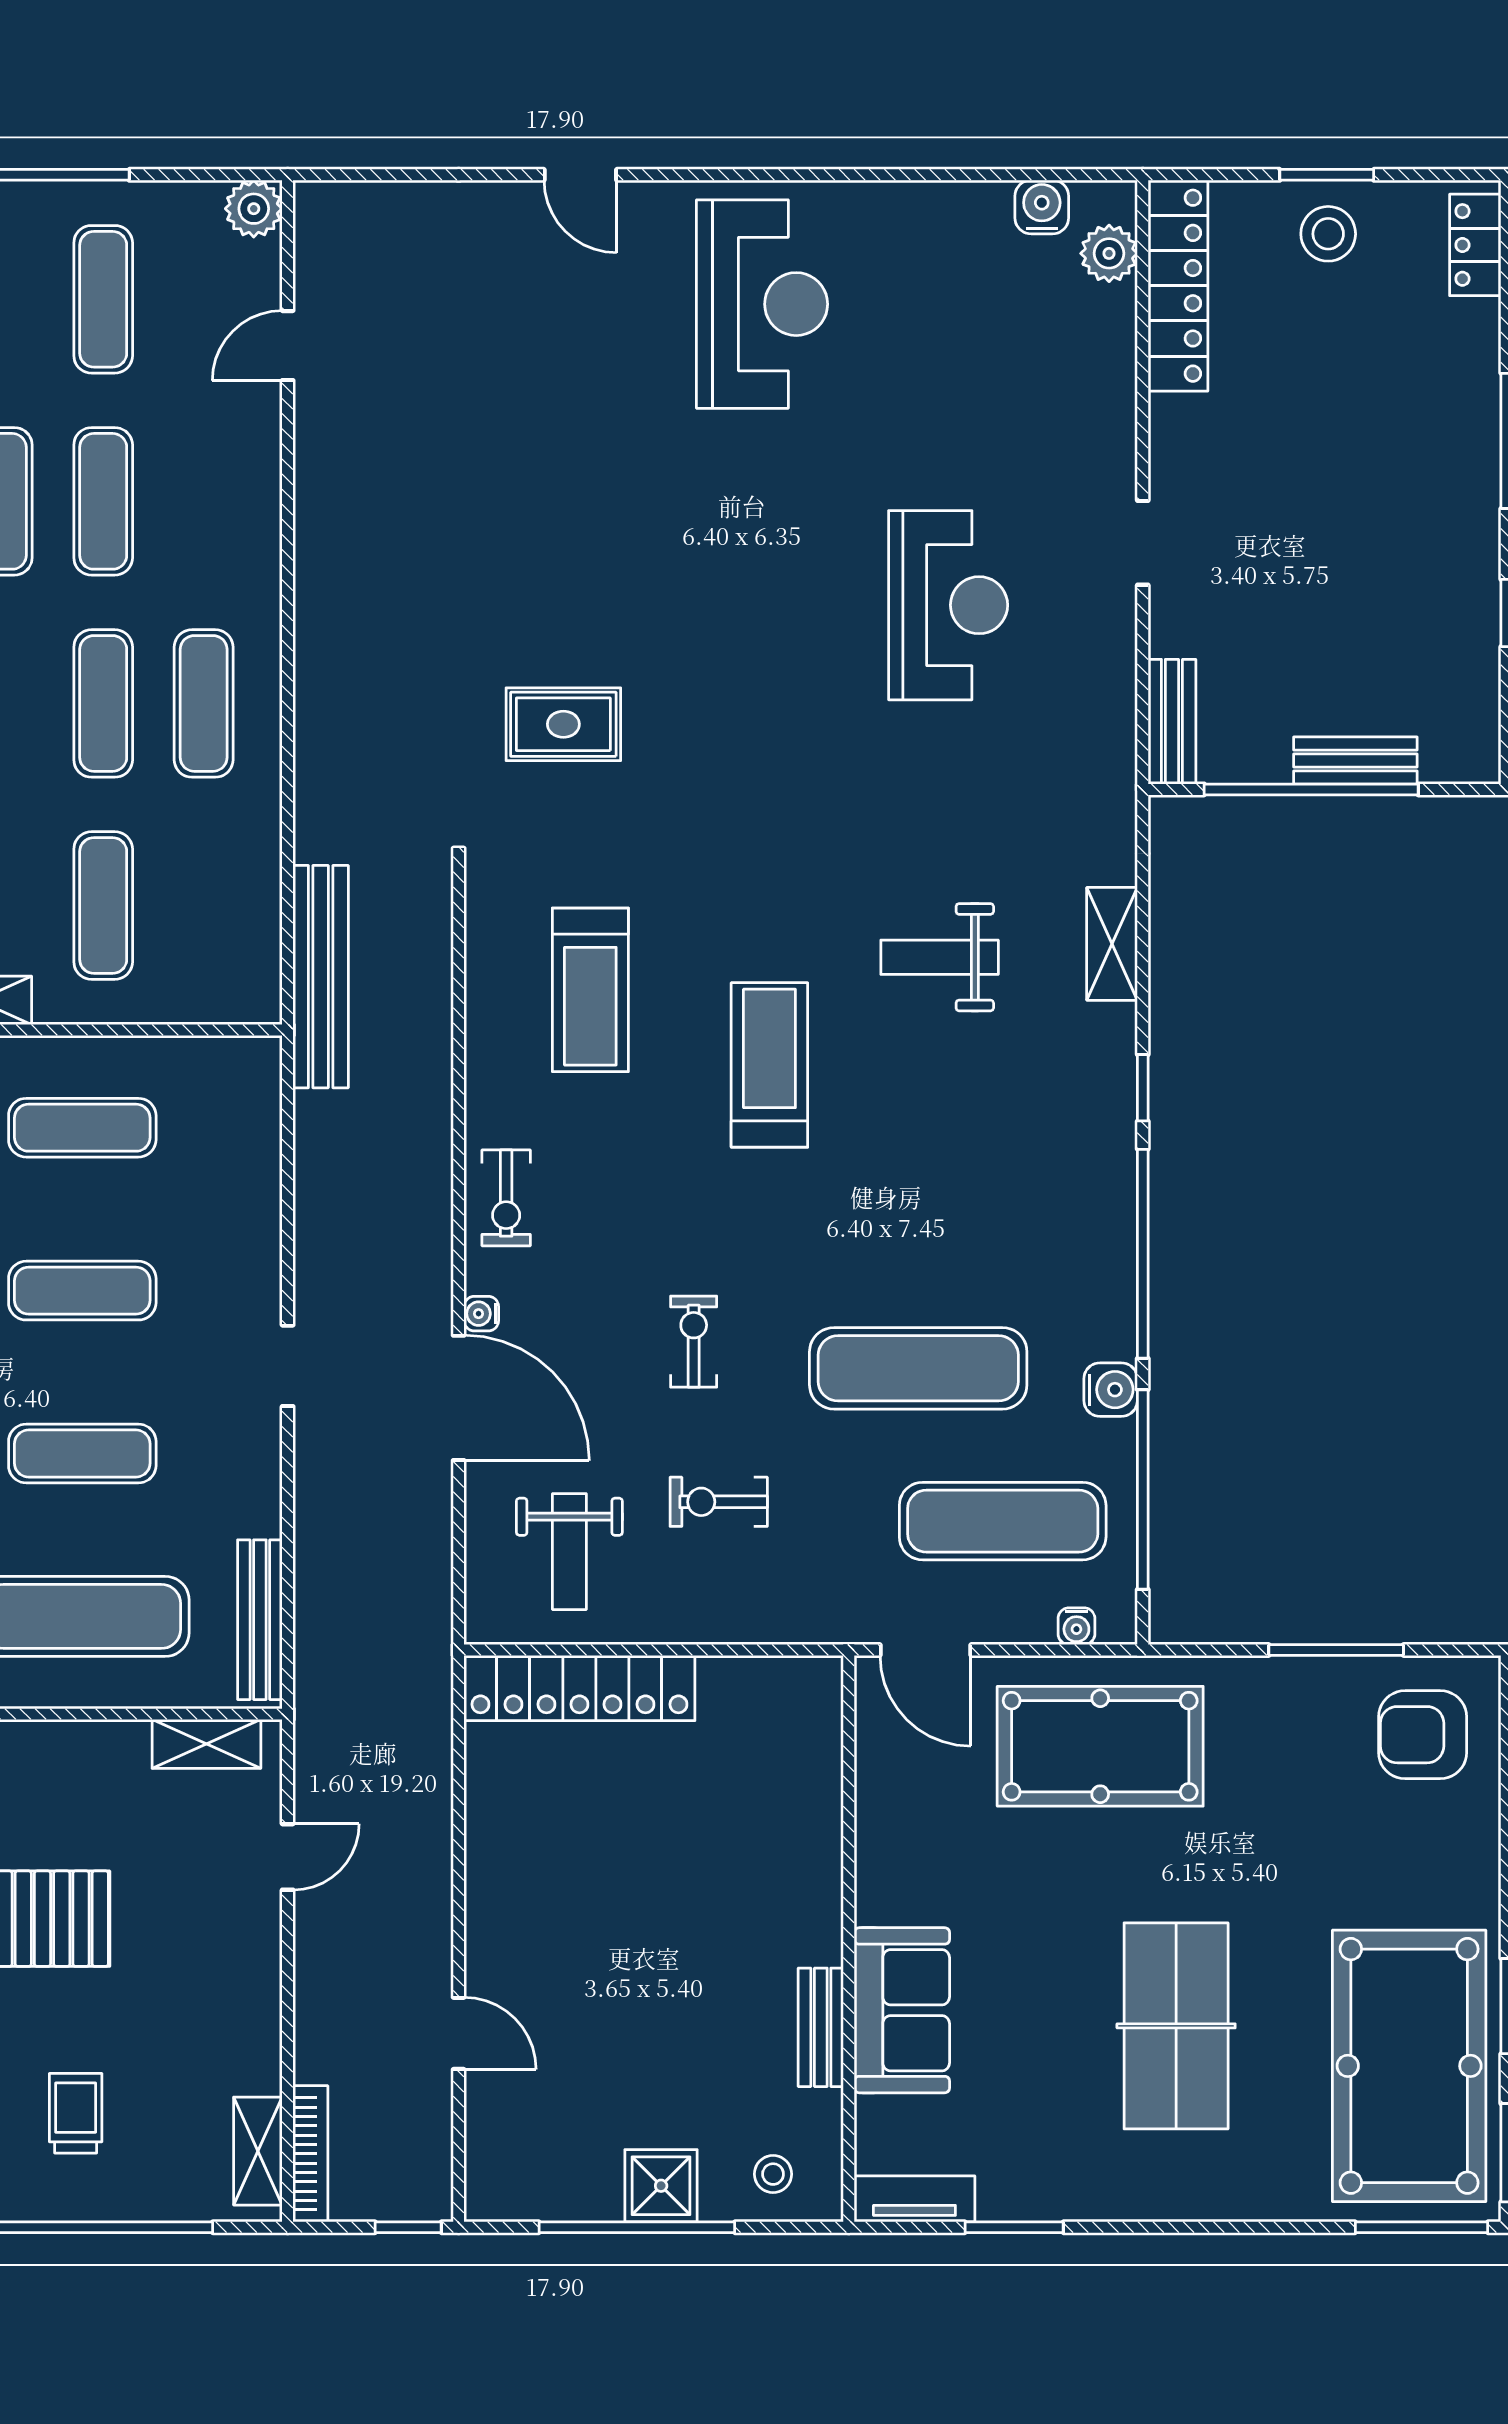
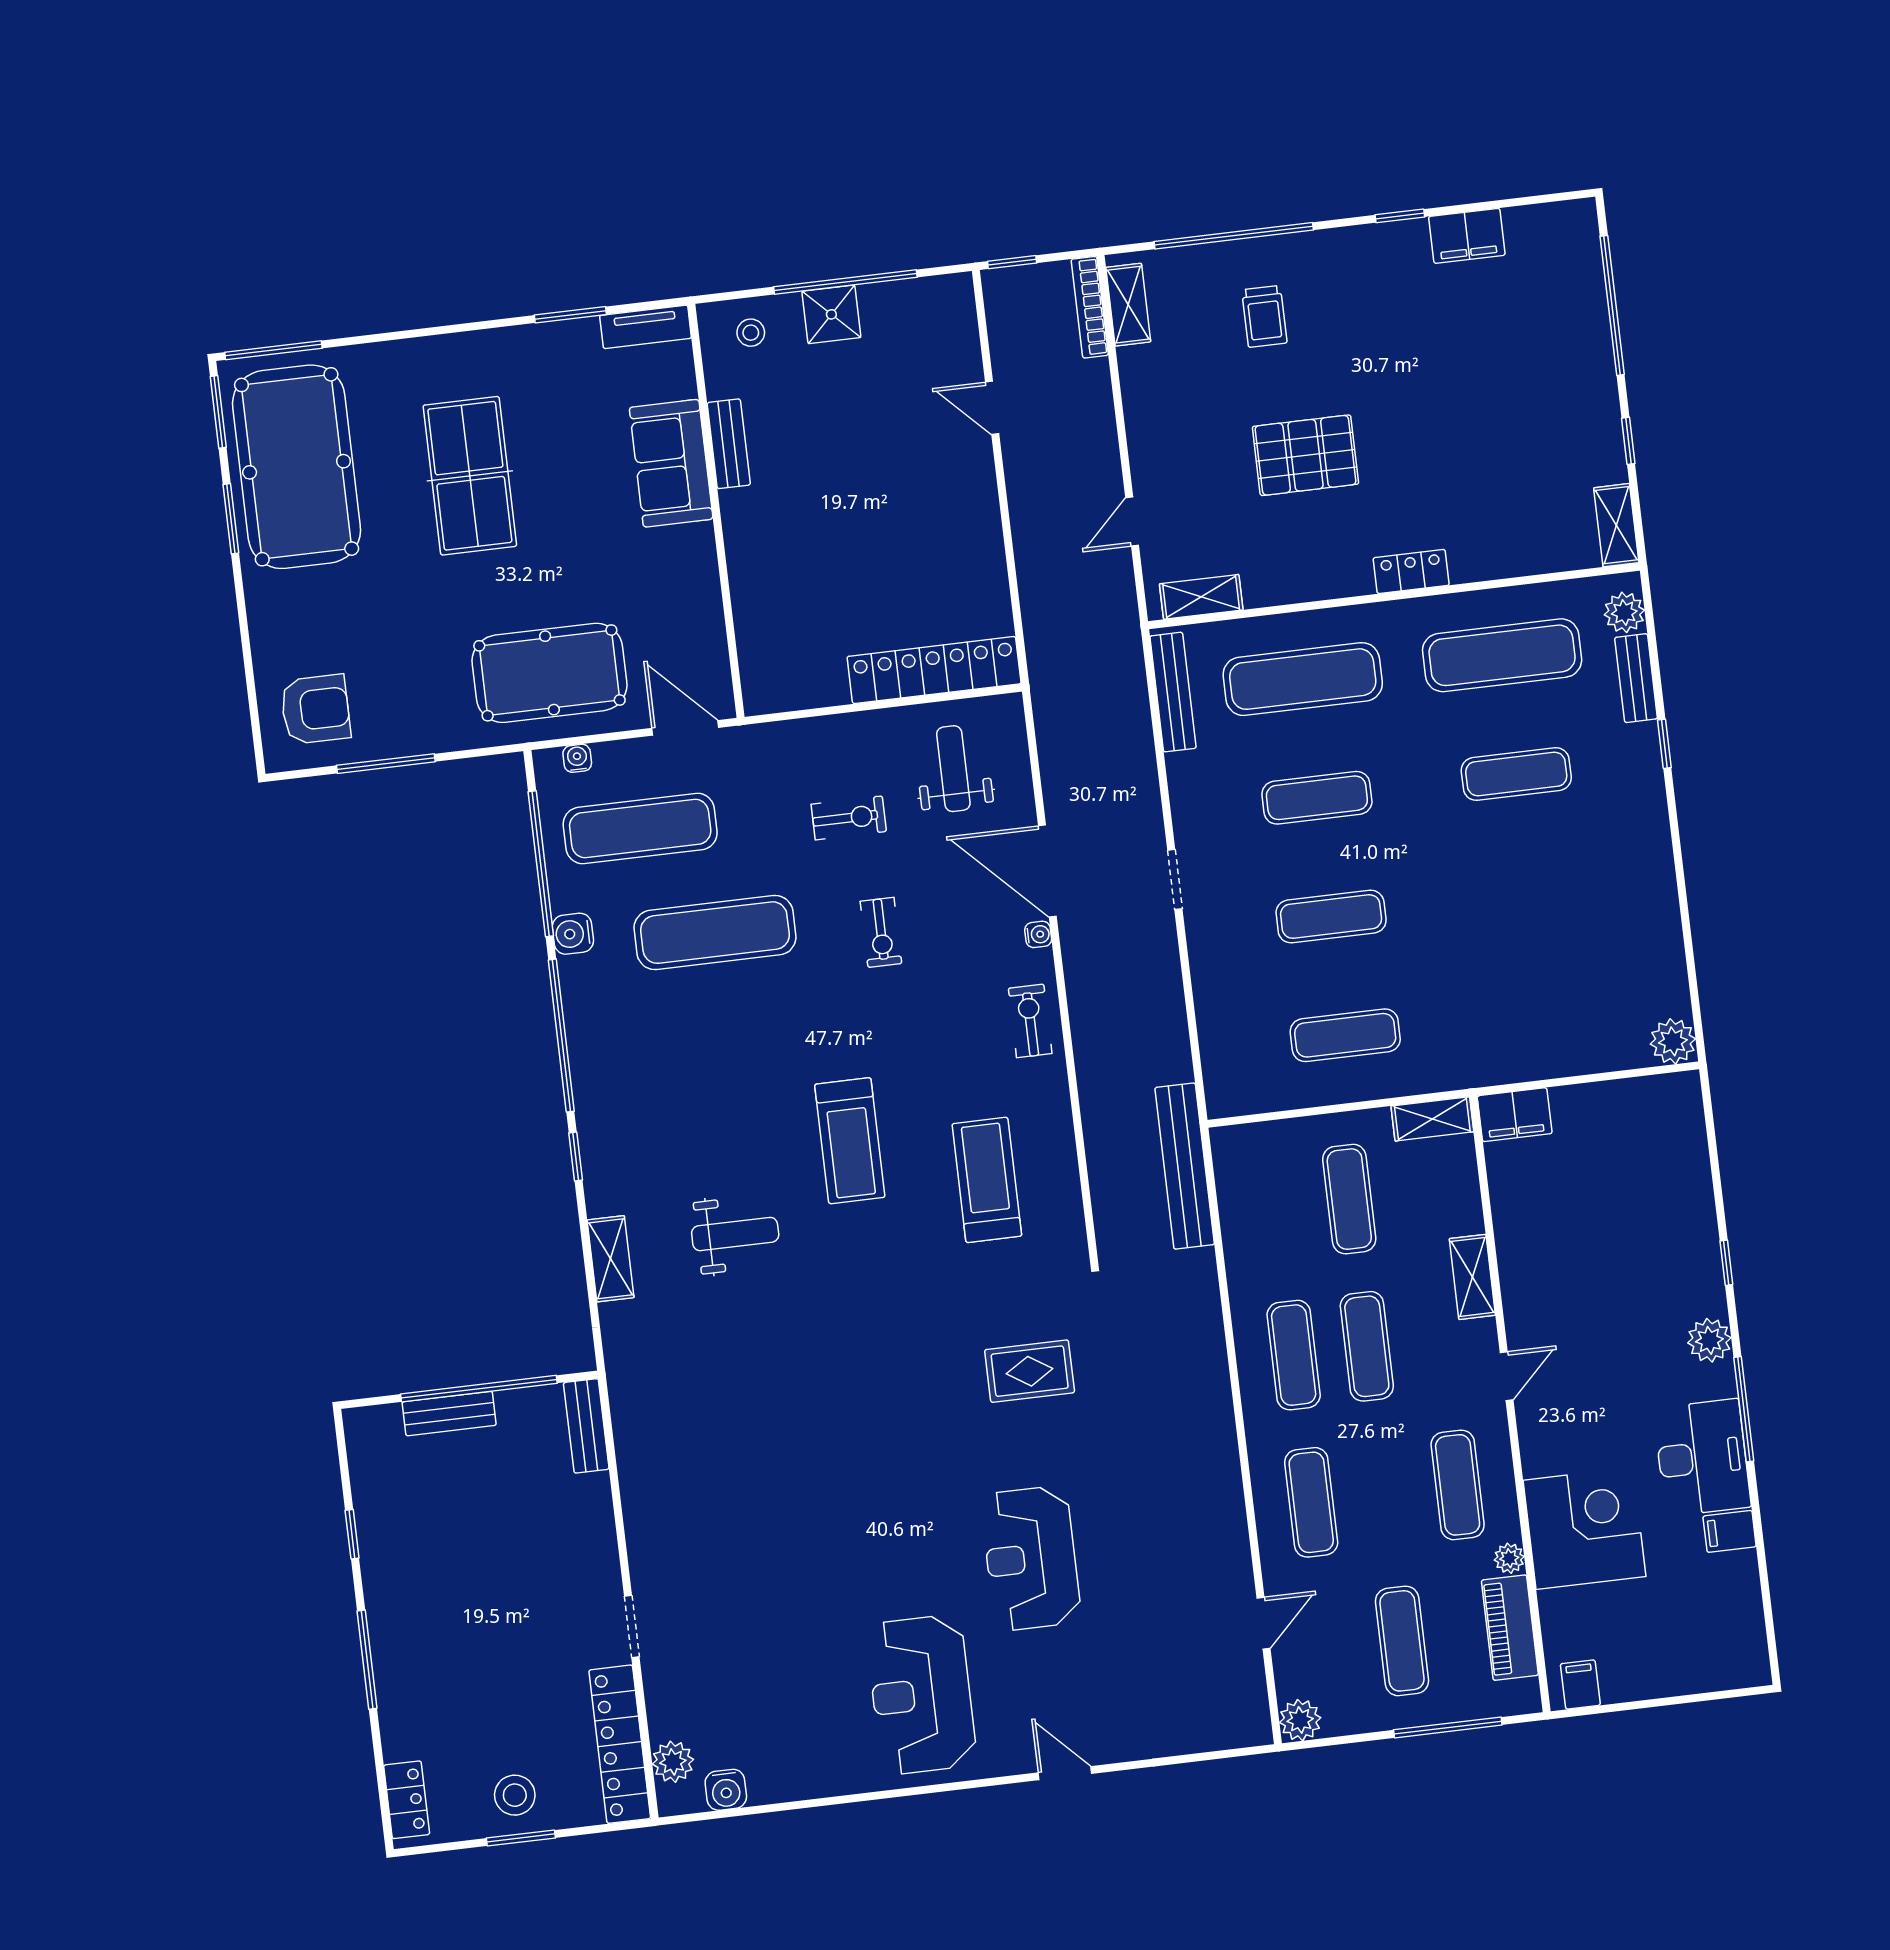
exercise mat: (103, 501) -> (1311, 1502), moved
doorway: (1143, 543) -> (632, 1626), moved
reception desk: (948, 605) -> (1031, 1558), moved

